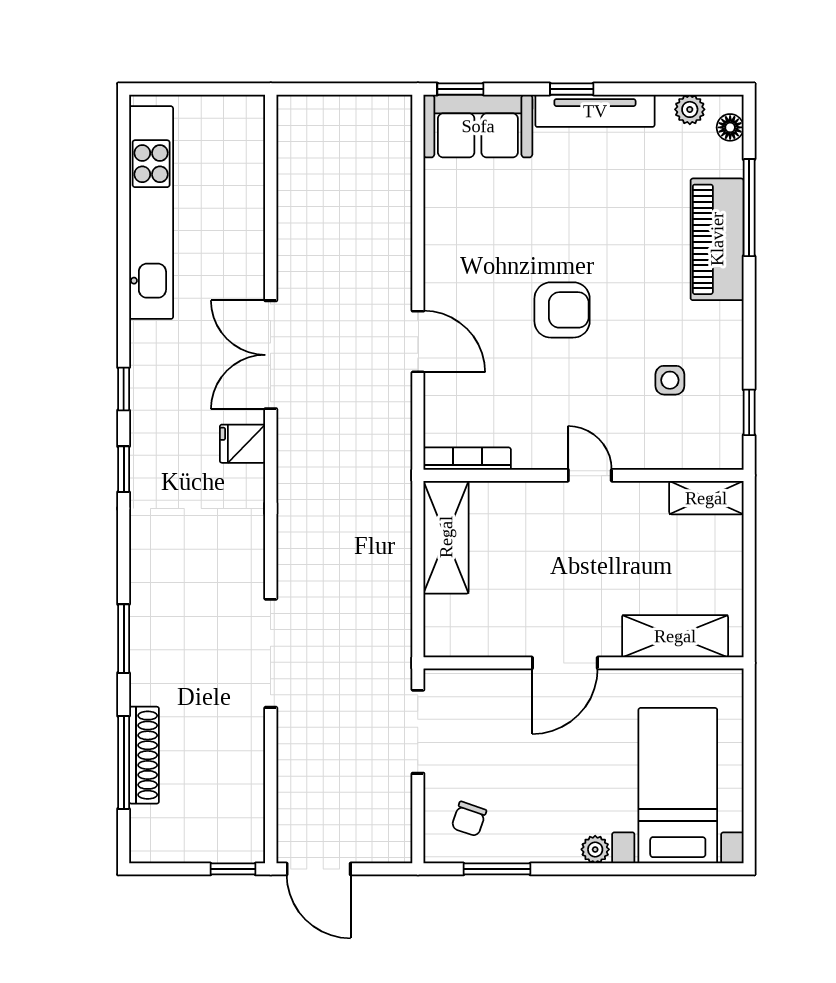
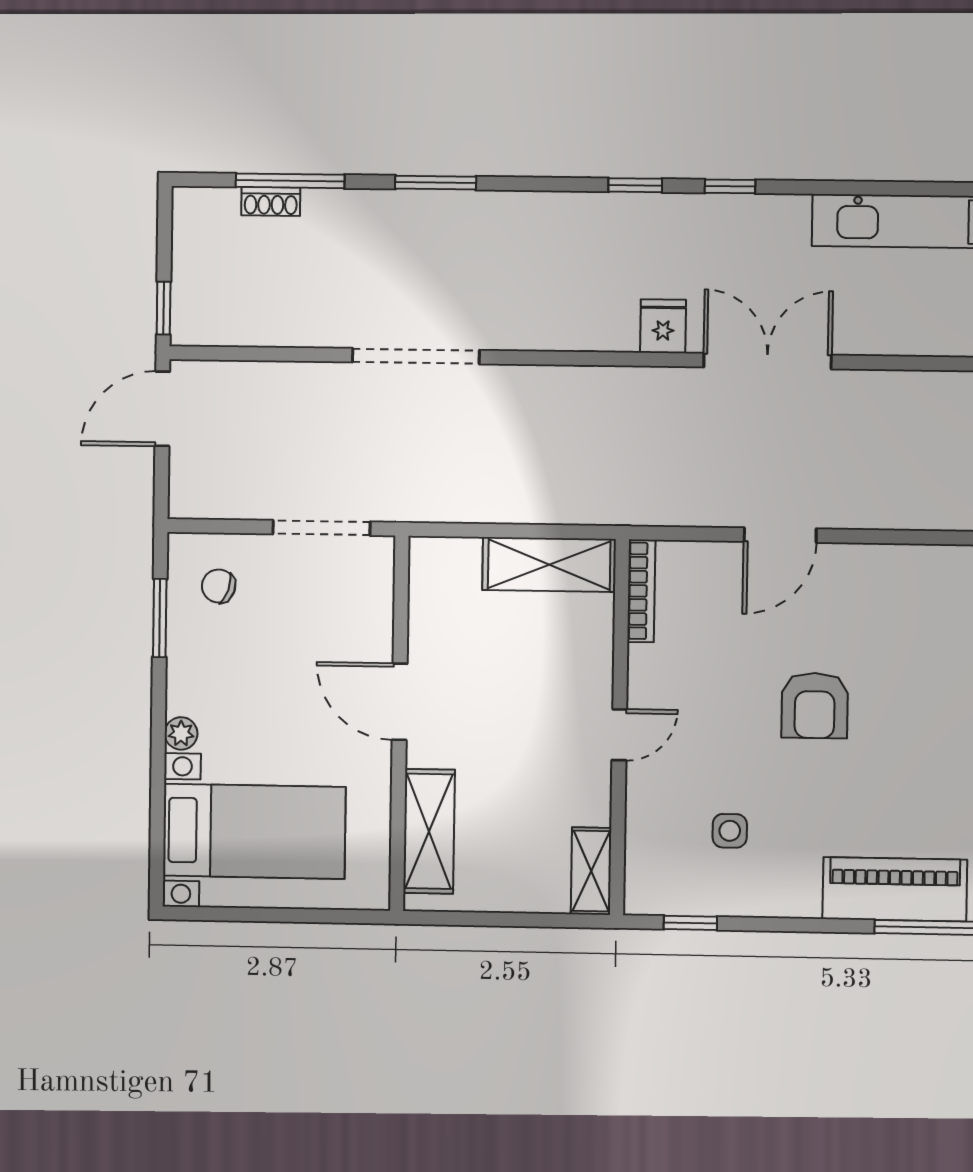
shoe rack: (144, 755) -> (271, 201), width x0.51, depth x0.81

